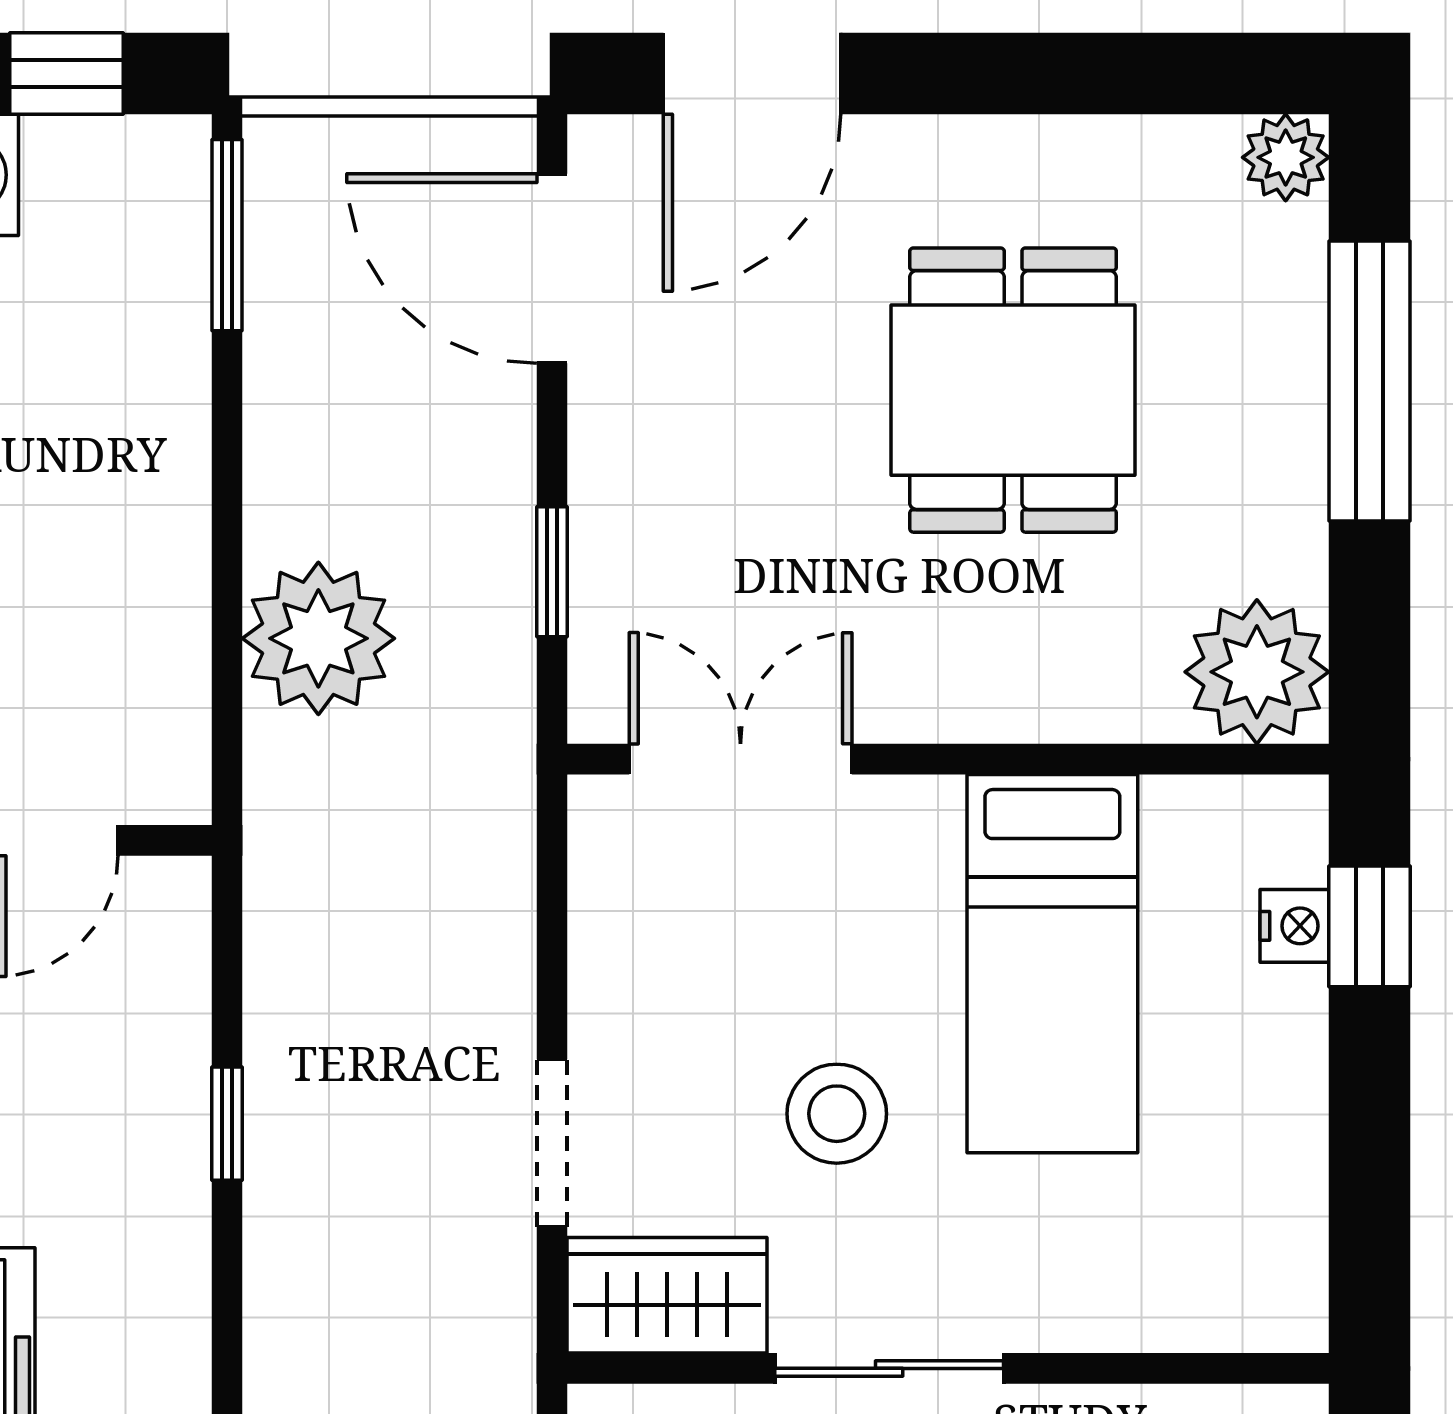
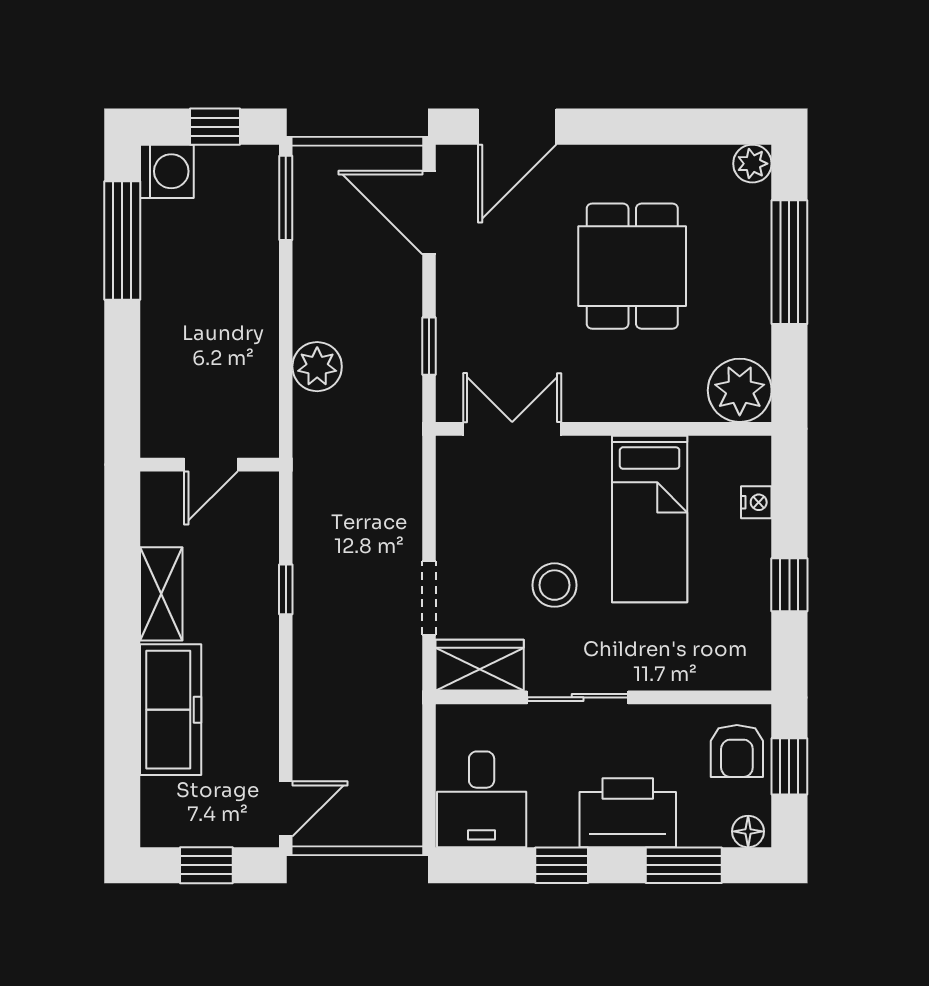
plant: (318, 638) -> (317, 367), width x0.73, depth x0.73
window: (1370, 926) -> (789, 585), moved

